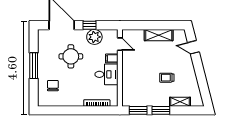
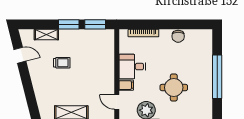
door: (193, 47) -> (20, 55), moved
window: (34, 66) -> (217, 77), width x1.46
chair: (53, 86) -> (178, 36), moved

